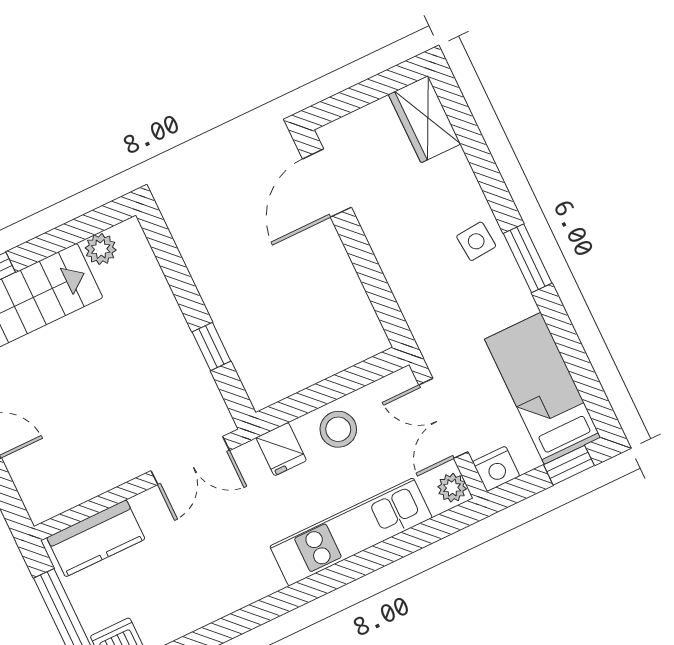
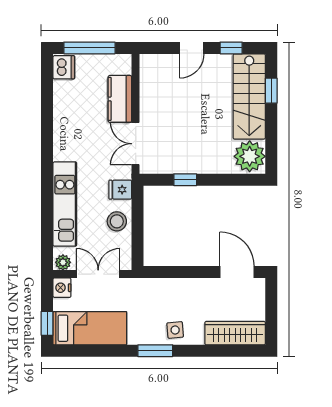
wardrobe: (424, 119) -> (235, 333), width x1.50
plant: (101, 249) -> (250, 156), width x1.88, depth x1.88
kitchen counter: (96, 538) -> (120, 99), moved

